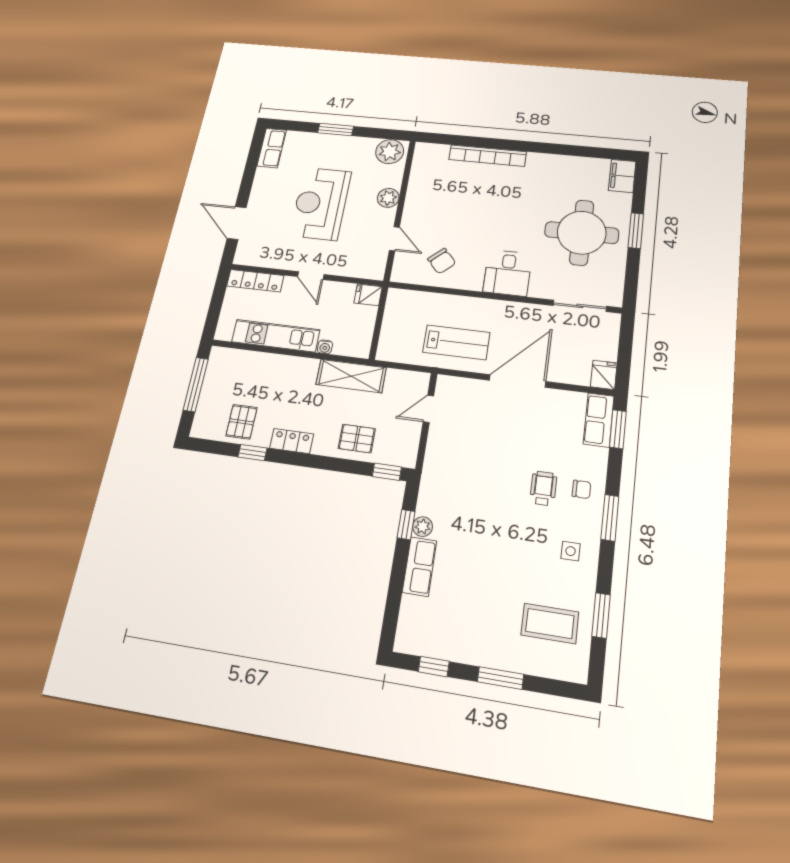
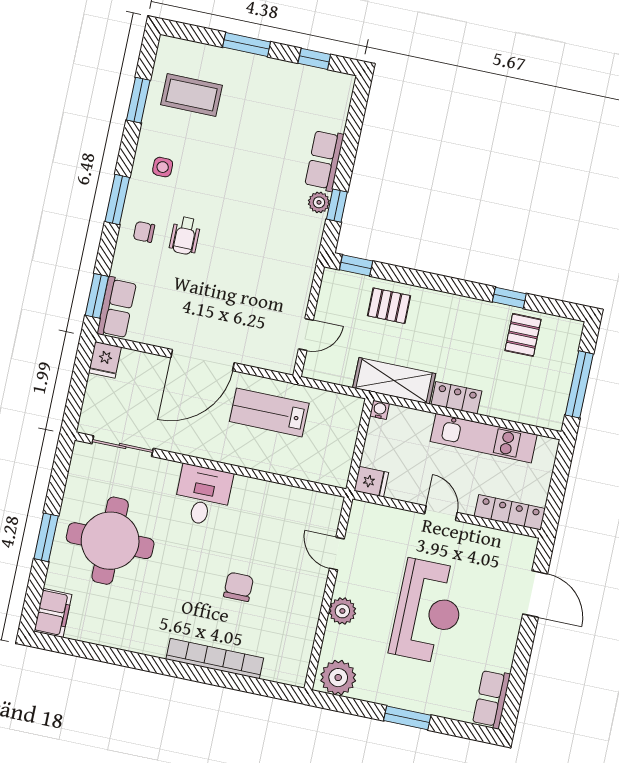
chair: (442, 261) -> (239, 587), moved, turned 42
water cooler: (325, 347) -> (380, 410), moved
locker: (292, 441) -> (456, 398), moved, turned 180

